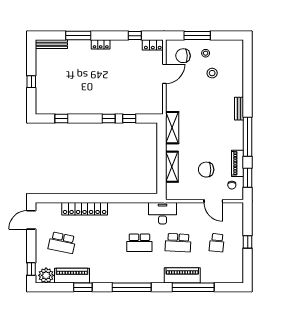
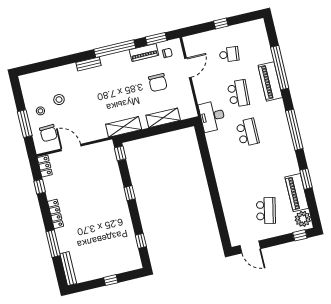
locker: (101, 44) -> (56, 214), width x1.53
window: (129, 119) -> (120, 153), moved
locker: (85, 209) -> (226, 196), removed

